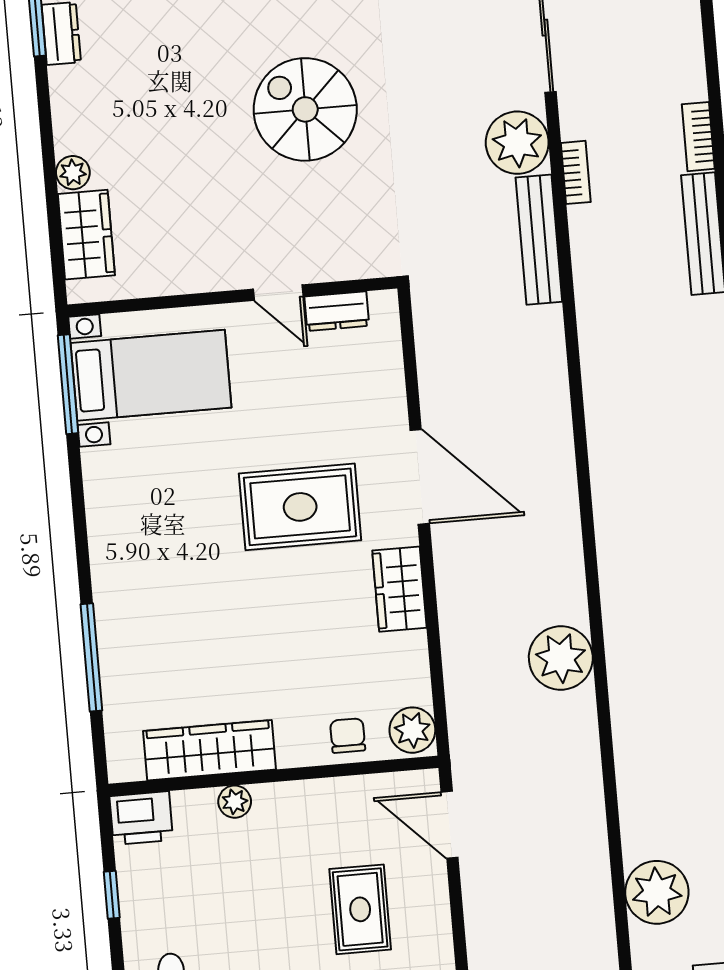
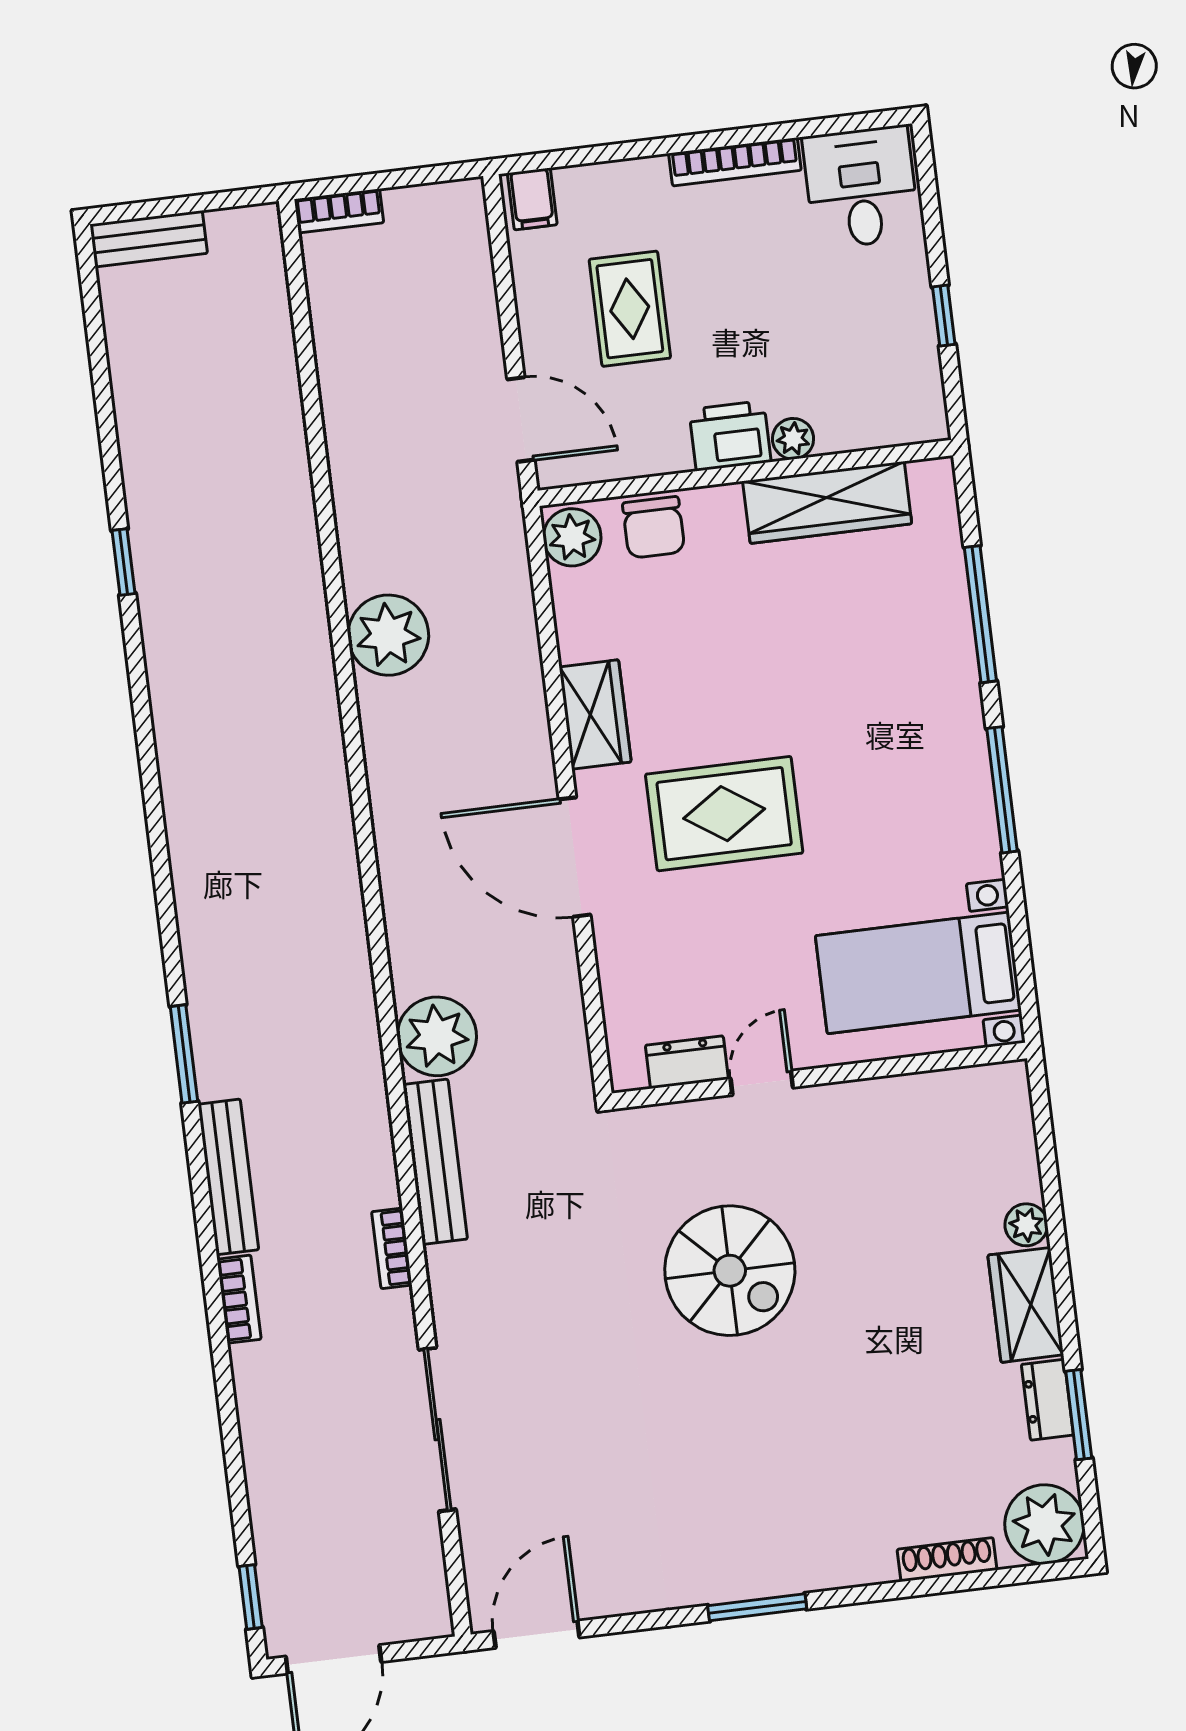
spiral stairs: (305, 109) -> (730, 1271), moved
plant: (517, 143) -> (437, 1036), moved
wardrobe: (86, 235) -> (1026, 1305), moved
door: (278, 293) -> (762, 1083), hinge flipped
window: (68, 384) -> (1002, 790), moved
chair: (348, 736) -> (654, 527), width x1.37, depth x1.37
printer: (141, 818) -> (730, 436), moved
plant: (657, 892) -> (256, 344), removed

